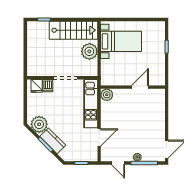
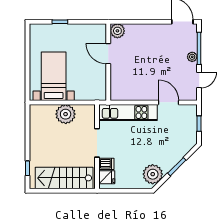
stairs: (73, 30) -> (64, 178), moved, turned -90
plant: (107, 95) -> (117, 31), moved
kitchen counter: (53, 141) -> (173, 158), removed

